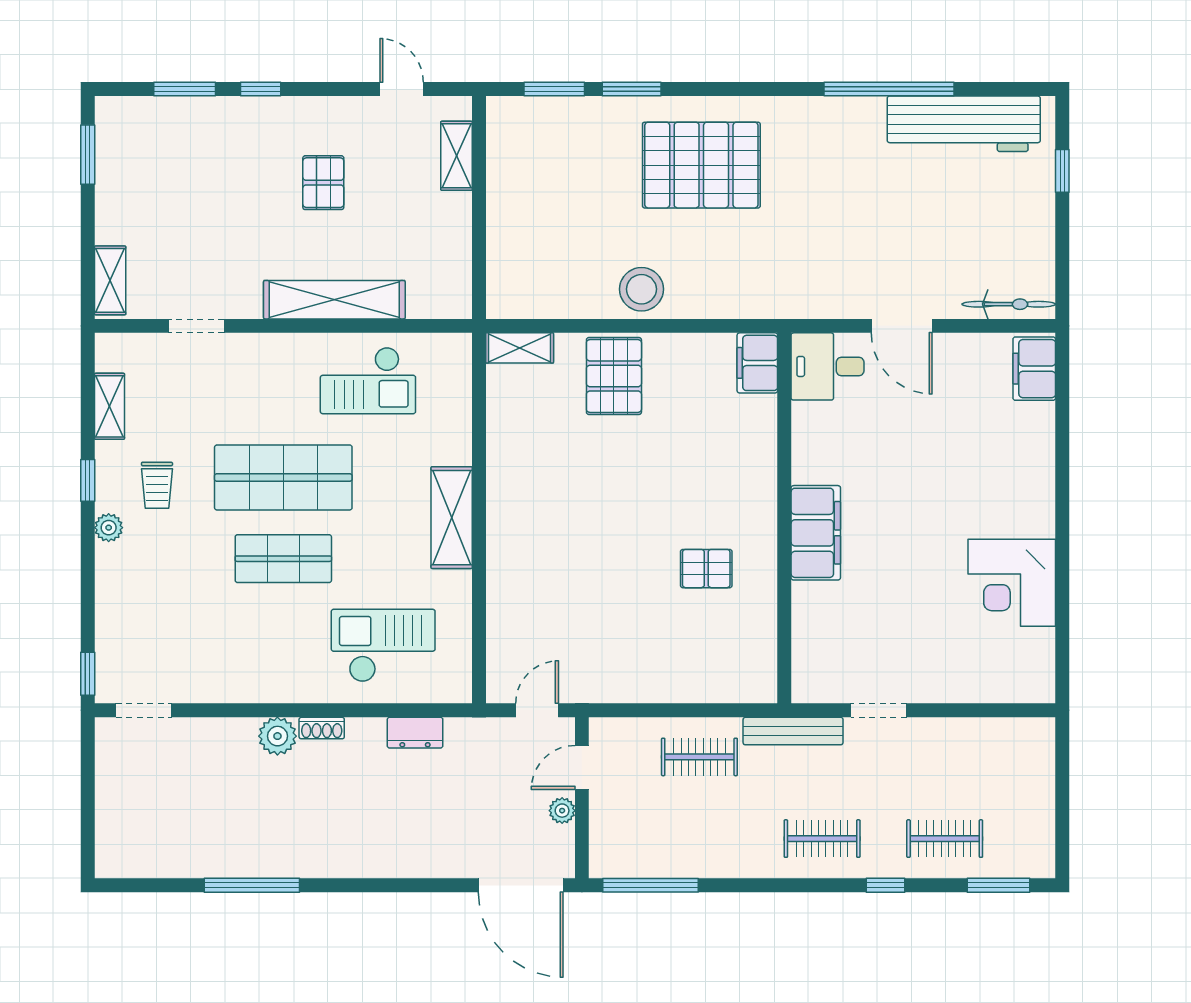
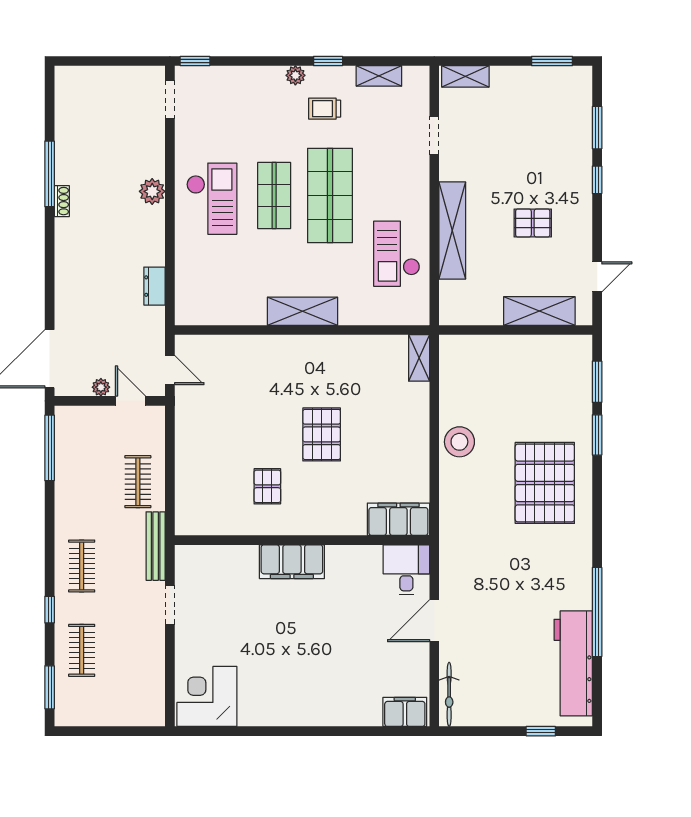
shelving: (456, 156) -> (539, 311), width x1.50, depth x1.33
filing cabinet: (757, 363) -> (398, 519), width x1.50, depth x1.17
pallet: (614, 376) -> (322, 434), moved, turned 90
corner desk: (1012, 583) -> (207, 696), moved
checkout: (383, 646) -> (212, 199), moved
shoe rack: (322, 728) -> (62, 201), moved, turned 180

